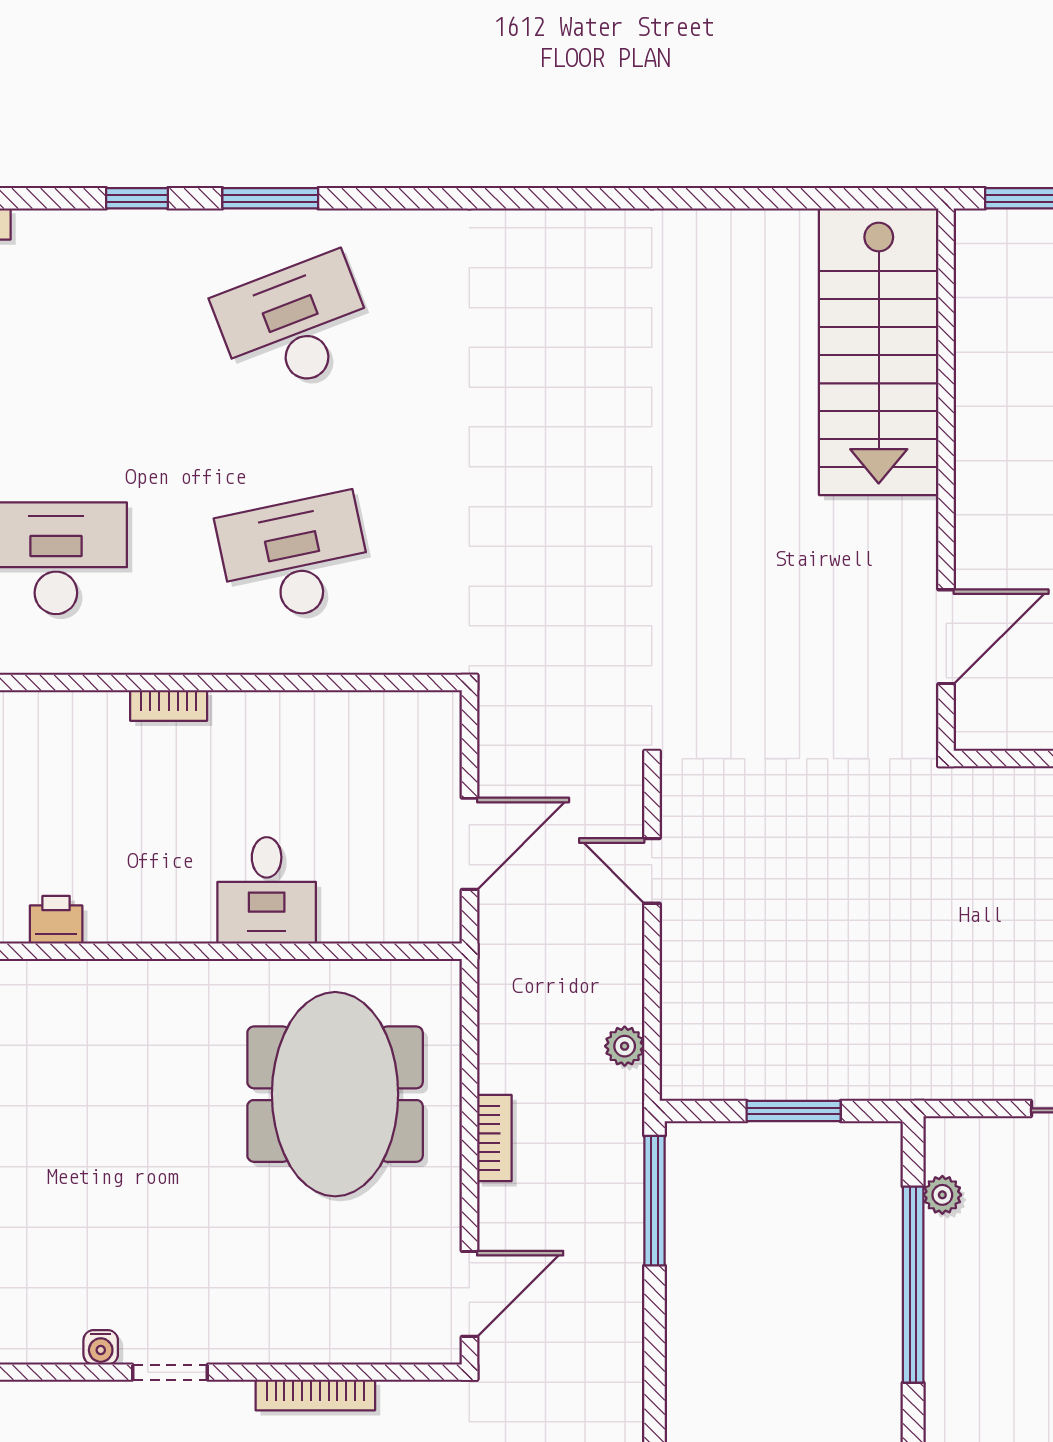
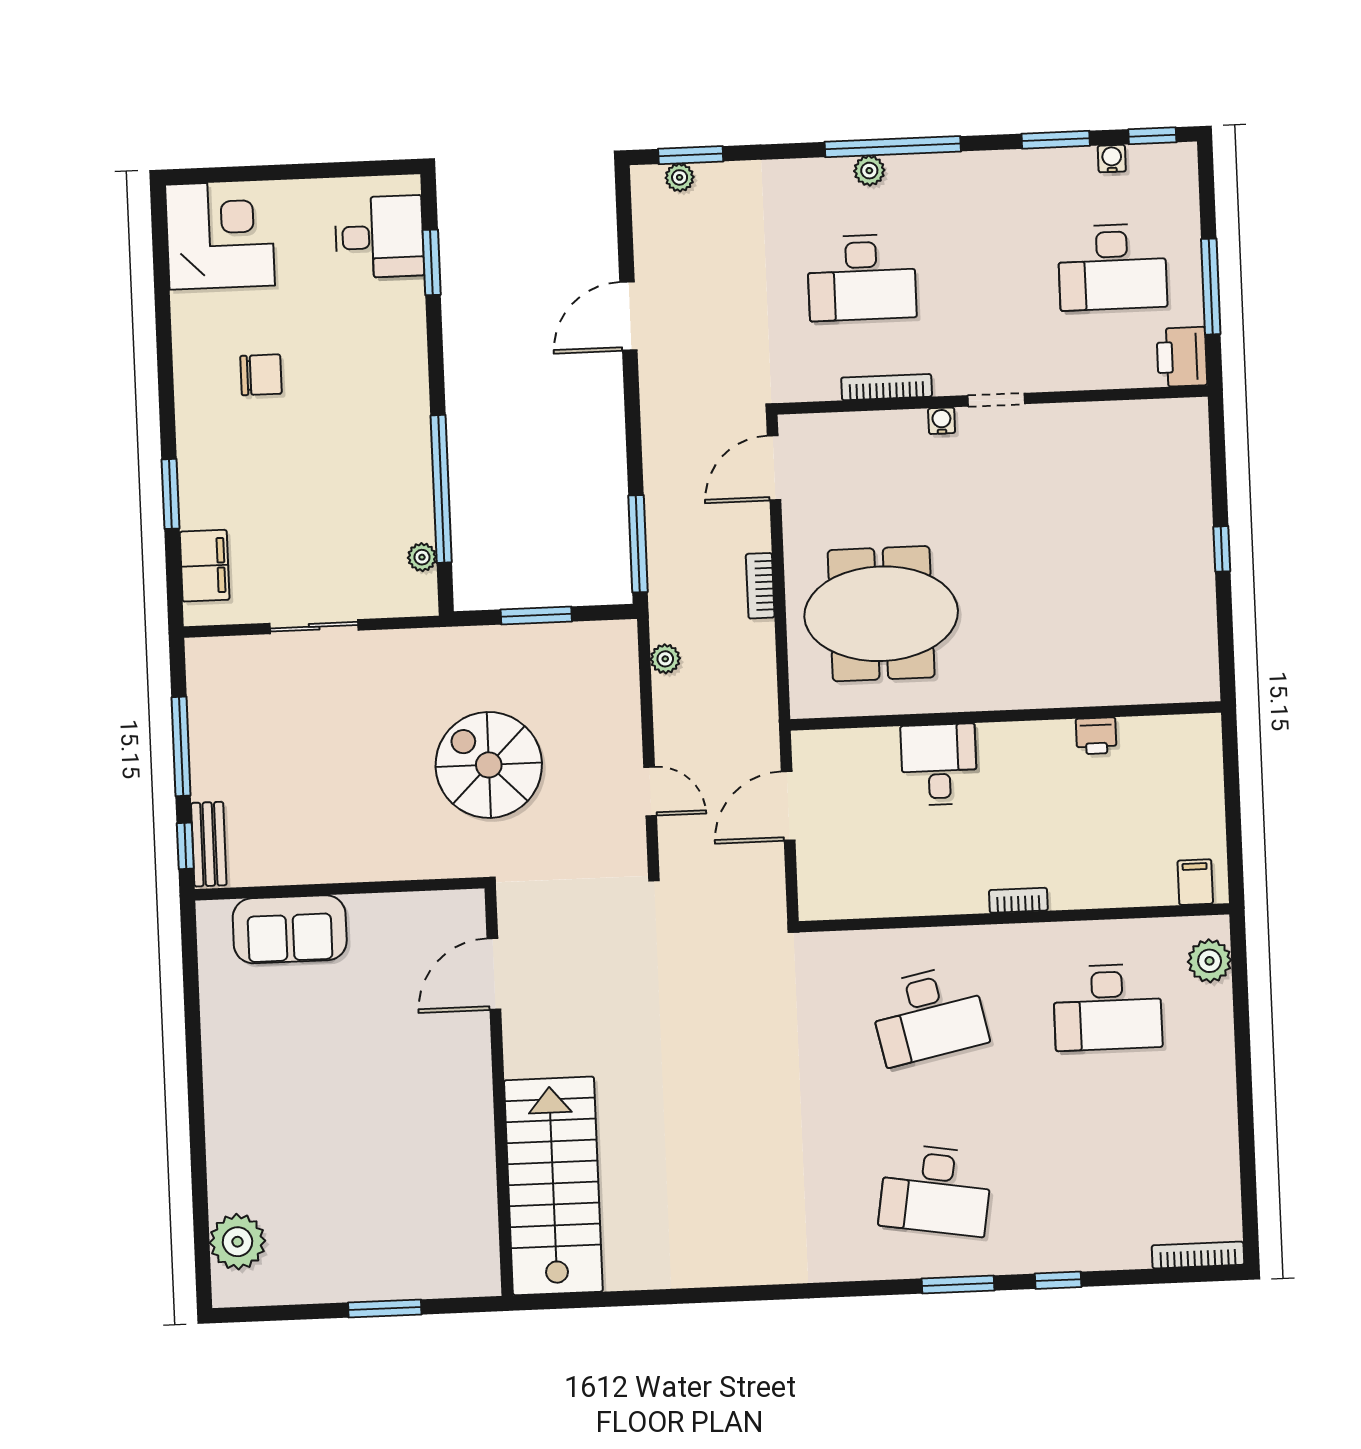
desk: (295, 325) -> (936, 1190), turned 30
stairs: (879, 352) -> (553, 1186), moved
wall: (946, 480) -> (499, 1092), moved
door: (946, 637) -> (494, 974), moved
spiral stairs: (865, 915) -> (489, 765), added
meeting table: (335, 1094) -> (881, 614), turned 90
water cooler: (101, 1347) -> (942, 421), moved

